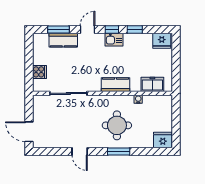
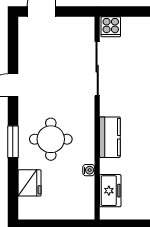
cooker: (39, 72) -> (111, 27), moved
fridge: (163, 140) -> (30, 183), moved

